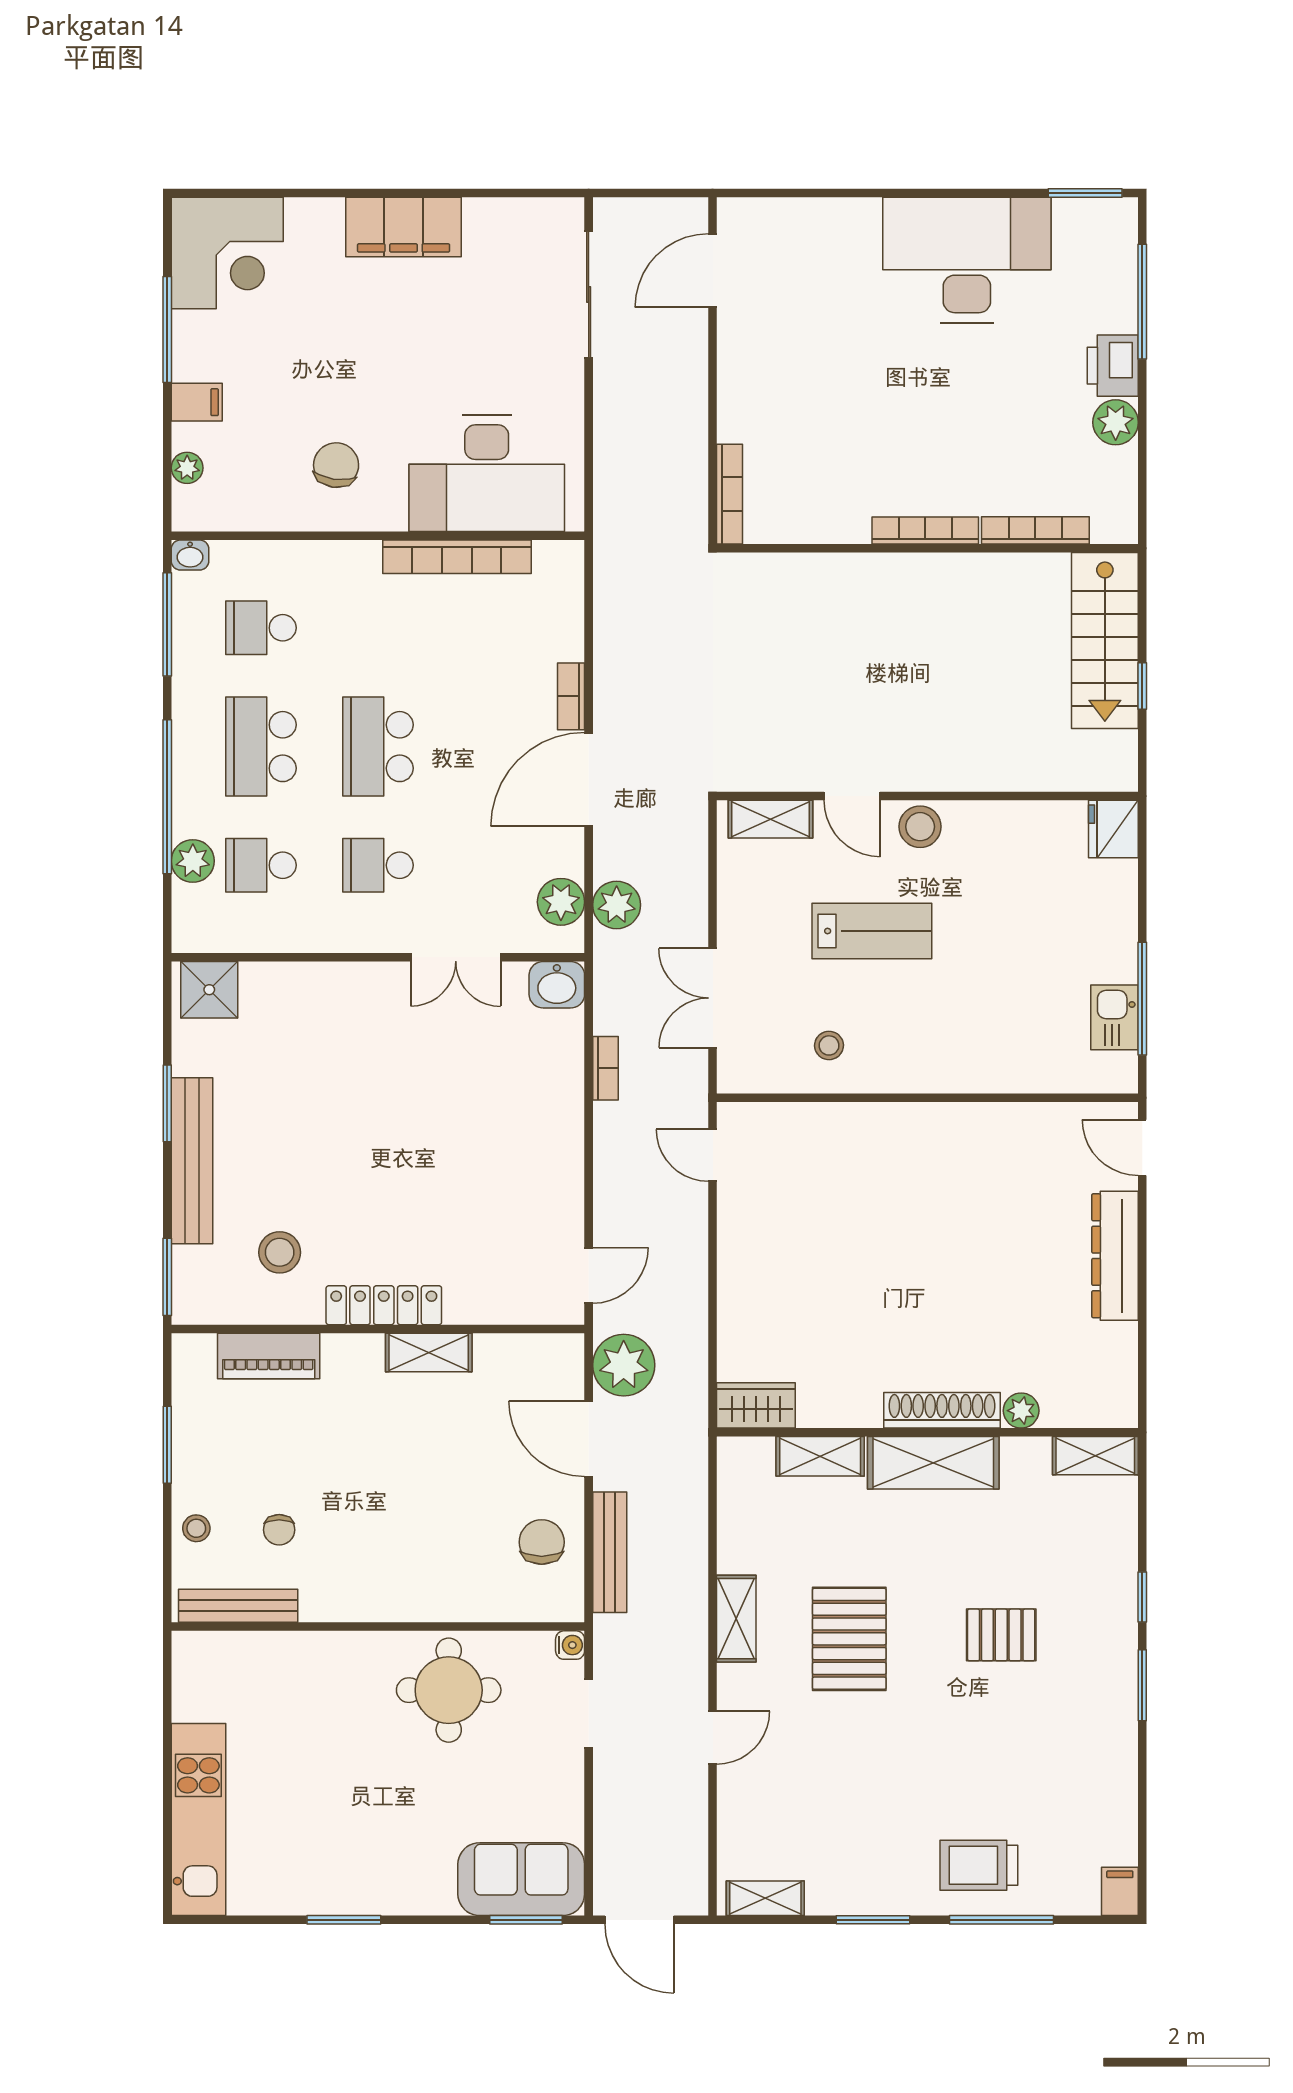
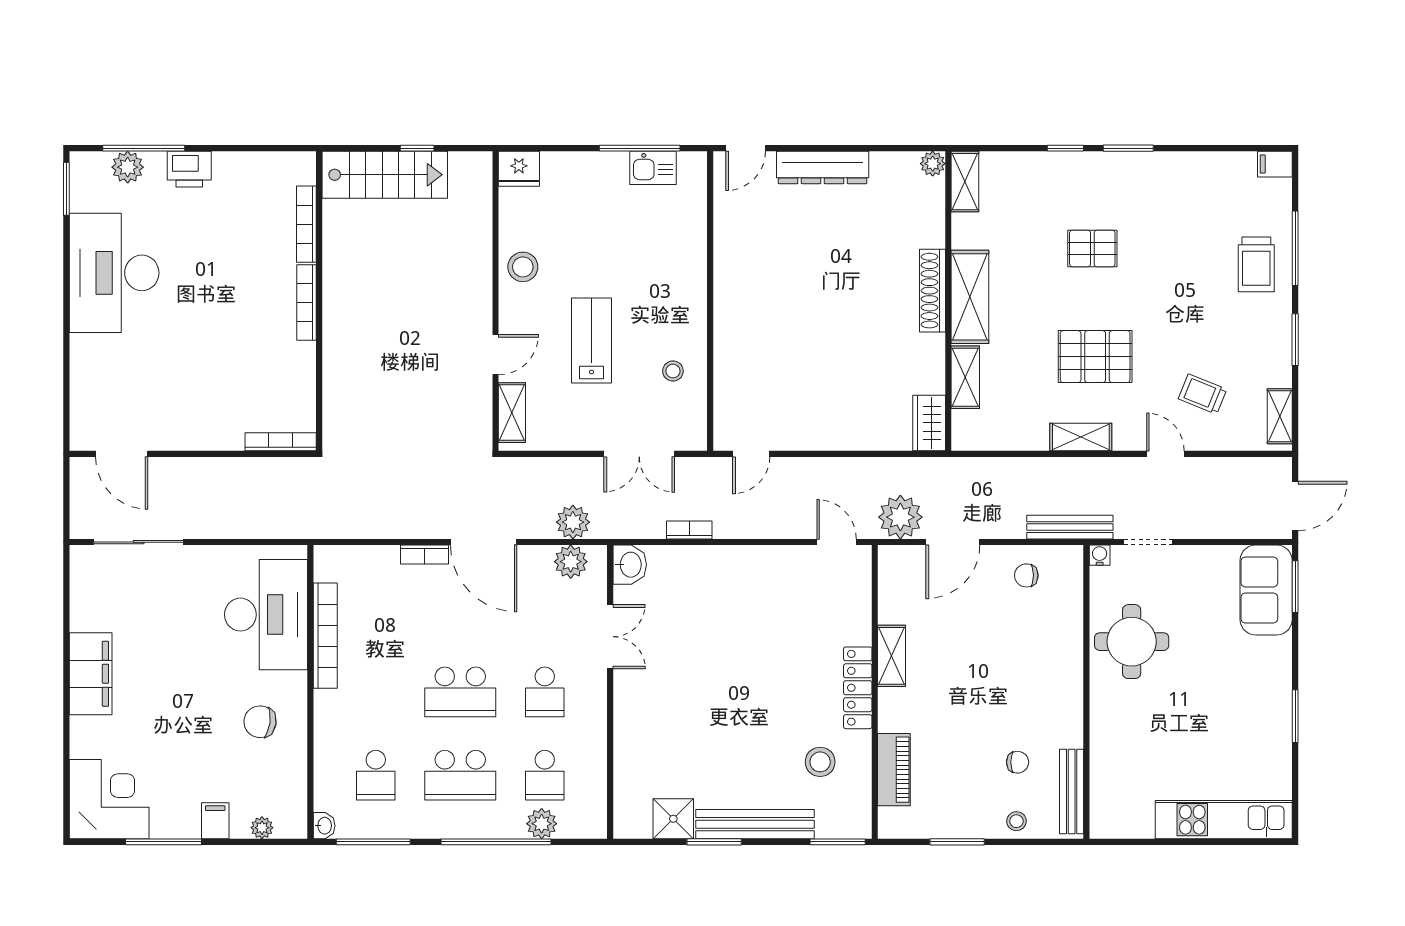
plant: (1116, 422) -> (128, 167), moved
stool: (920, 827) -> (523, 267), moved
shower: (209, 990) -> (673, 819), moved
plant: (1021, 1411) -> (933, 164), moved
chair: (542, 1542) -> (1026, 575), width x0.73, depth x0.73
bench: (610, 1552) -> (1070, 527), moved
pallet: (1001, 1635) -> (1092, 248), turned 90
trolley: (797, 1790) -> (1202, 394), added

